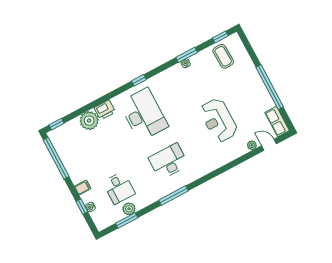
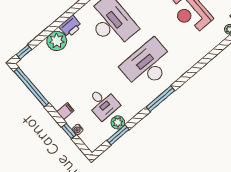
desk: (169, 162) -> (148, 65), width x1.36, depth x1.30

